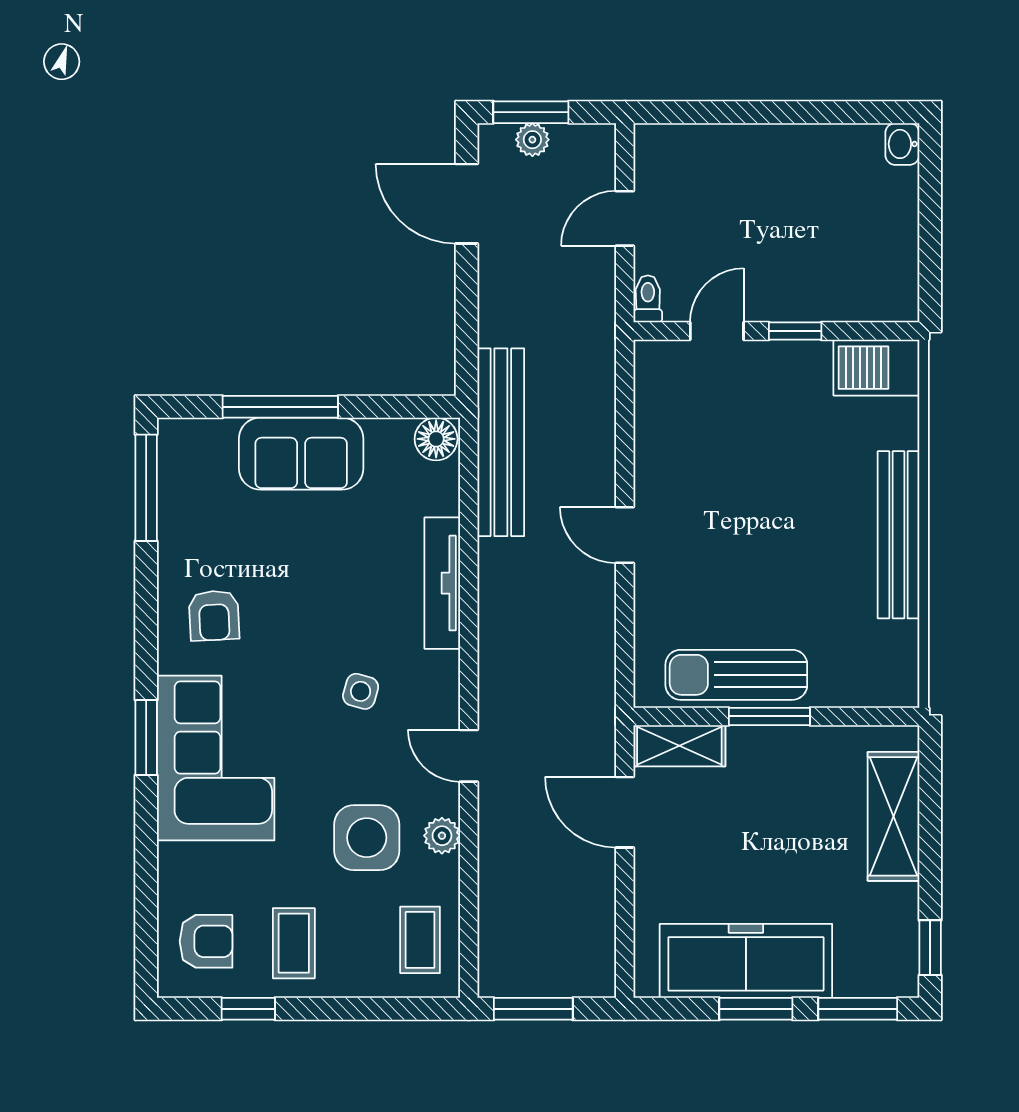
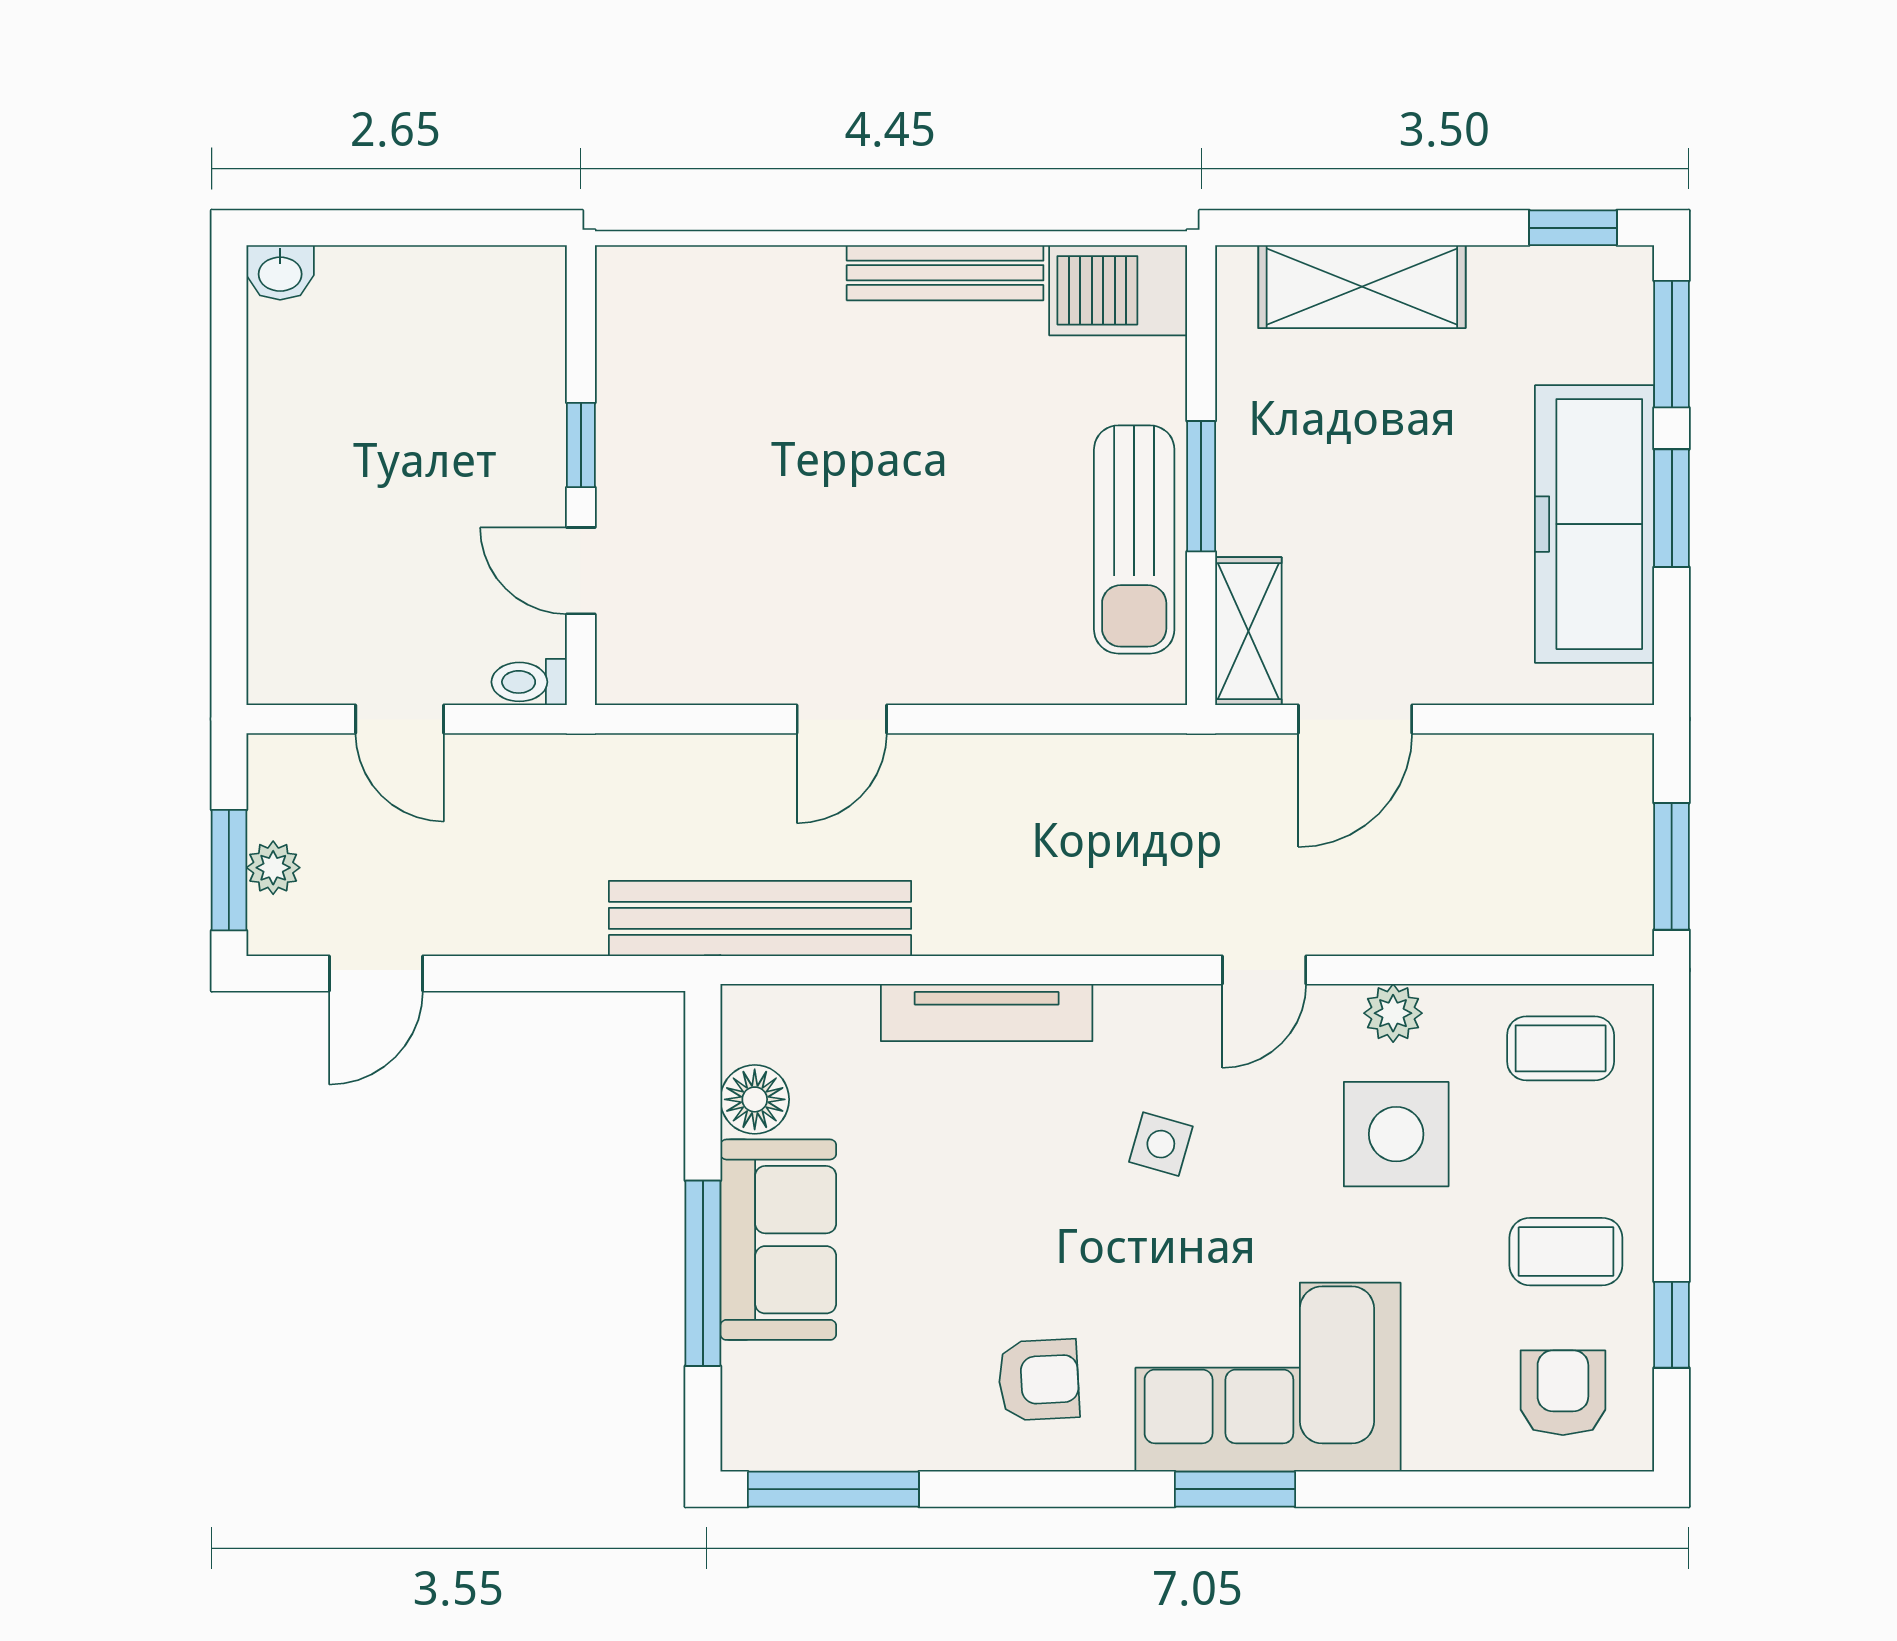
door: (467, 204) -> (376, 973), width x0.73
barbecue: (876, 368) -> (1118, 290), moved, turned 90
floor lamp: (436, 439) -> (755, 1099), moved
door: (625, 535) -> (842, 719), moved
bench: (898, 535) -> (945, 273), width x0.73, depth x0.82

